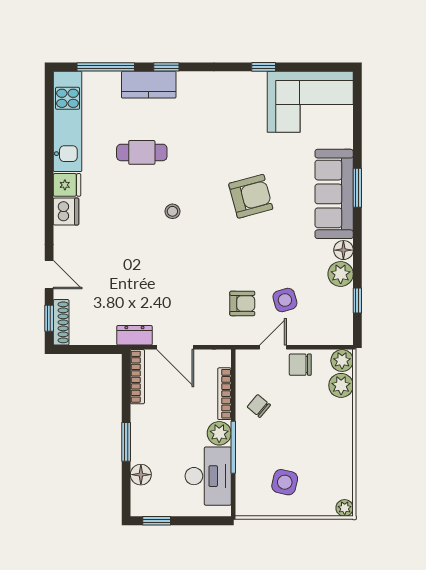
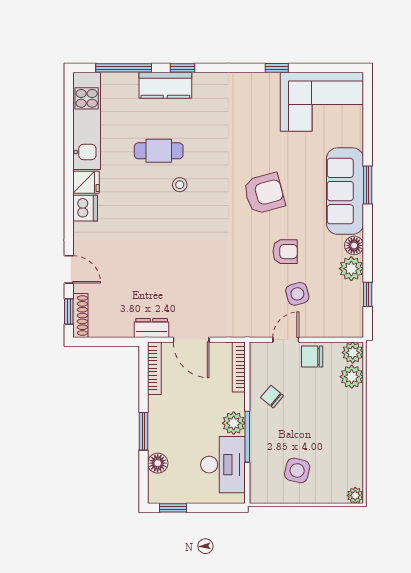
stool: (172, 211) -> (180, 185), moved
armchair: (242, 303) -> (285, 252), moved
bookcase: (224, 394) -> (239, 367), moved

